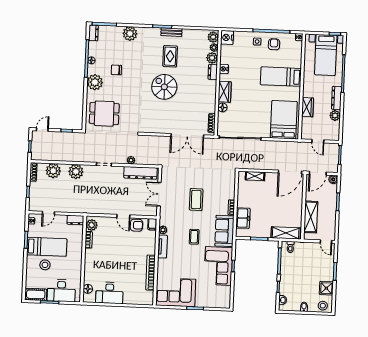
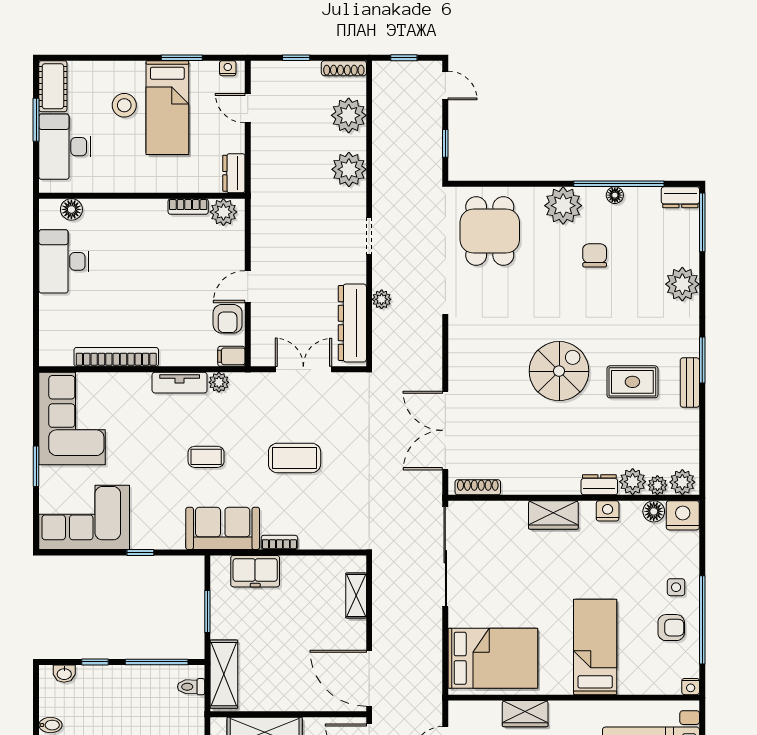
floor lamp: (222, 107) -> (654, 511), moved
corner sofa: (218, 266) -> (84, 517), moved

